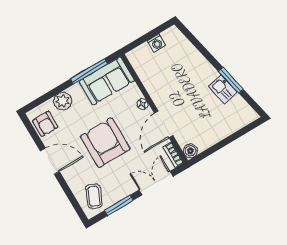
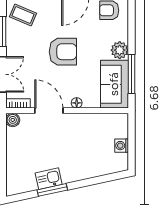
plant: (63, 101) -> (120, 50), moved
armchair: (105, 143) -> (63, 52), width x0.73, depth x0.73

